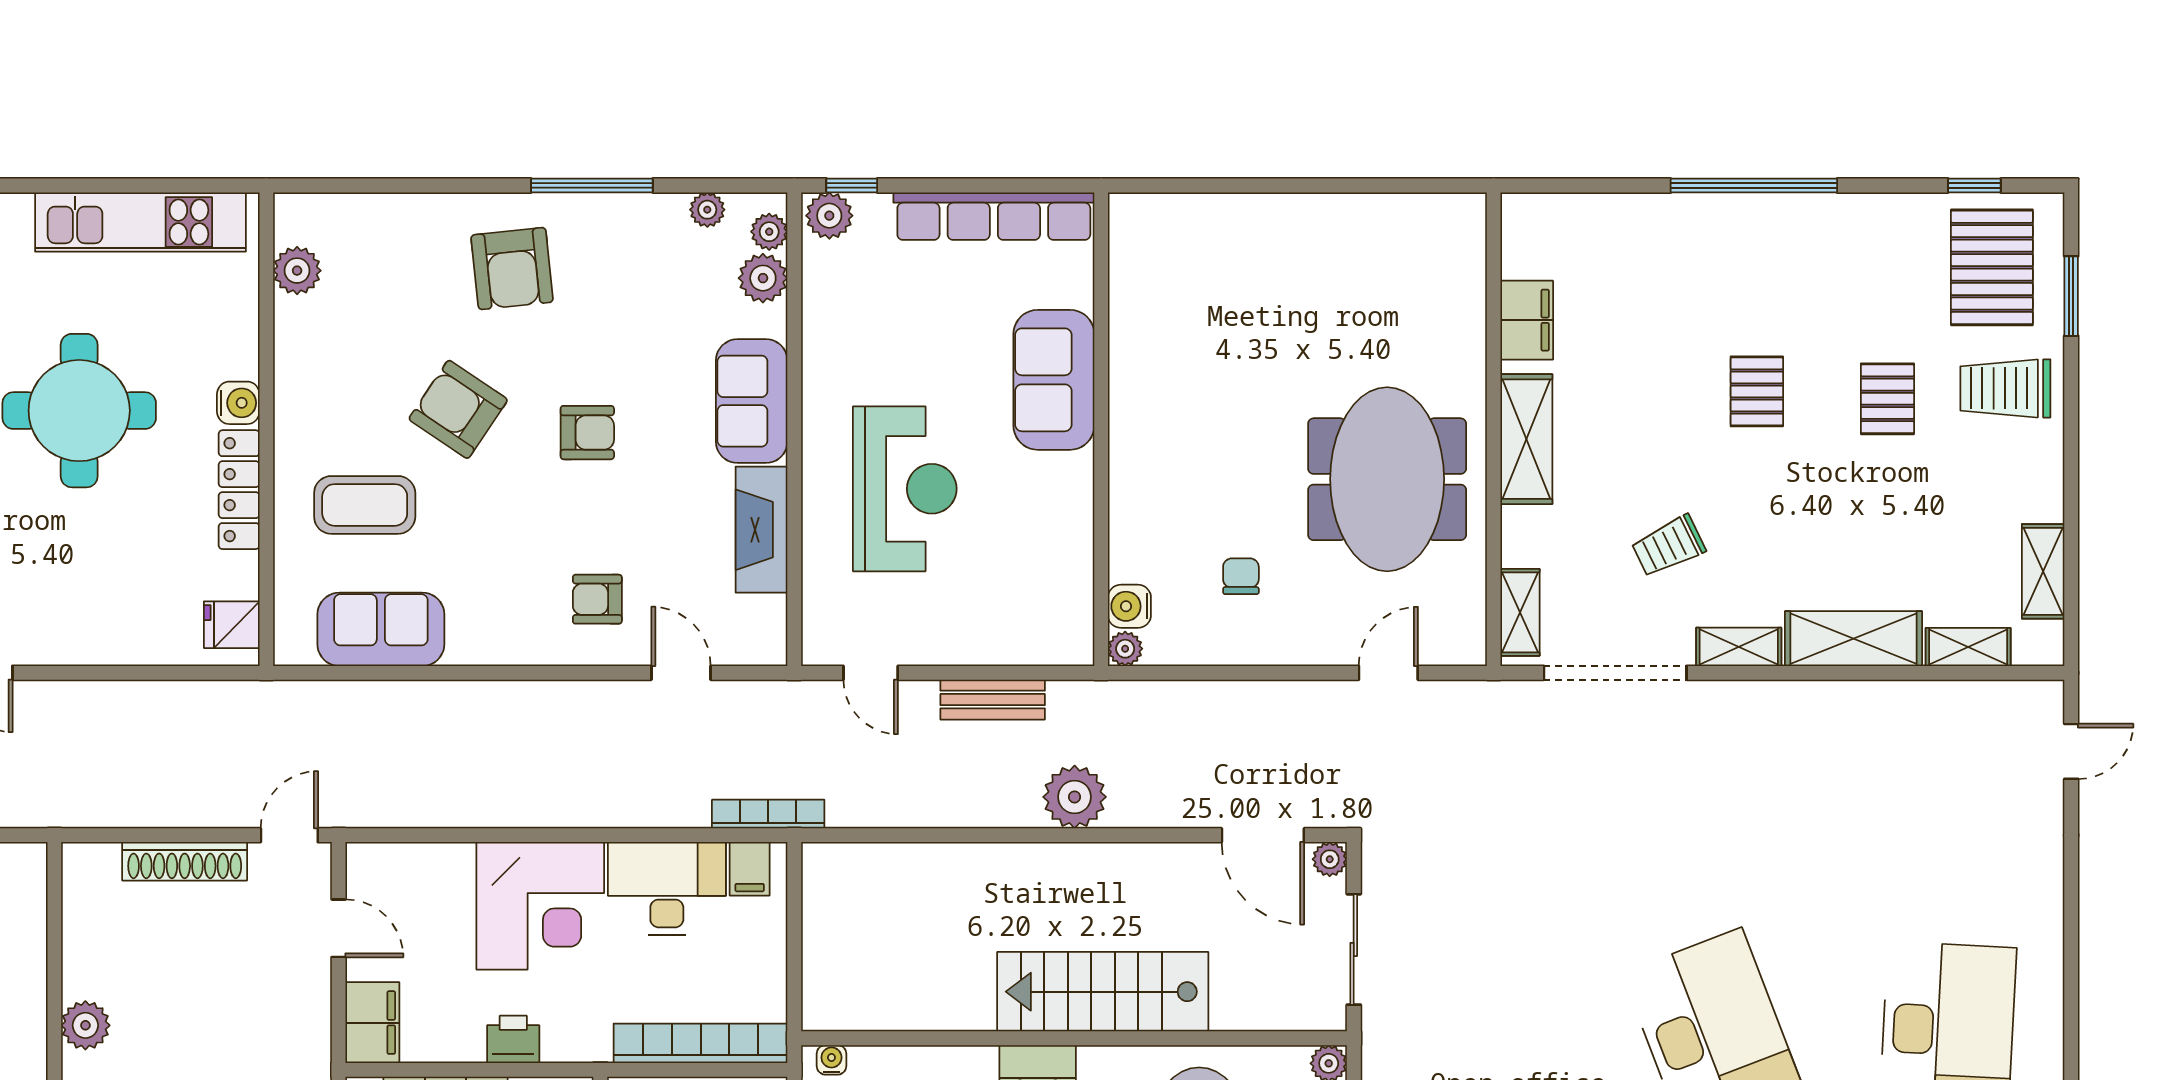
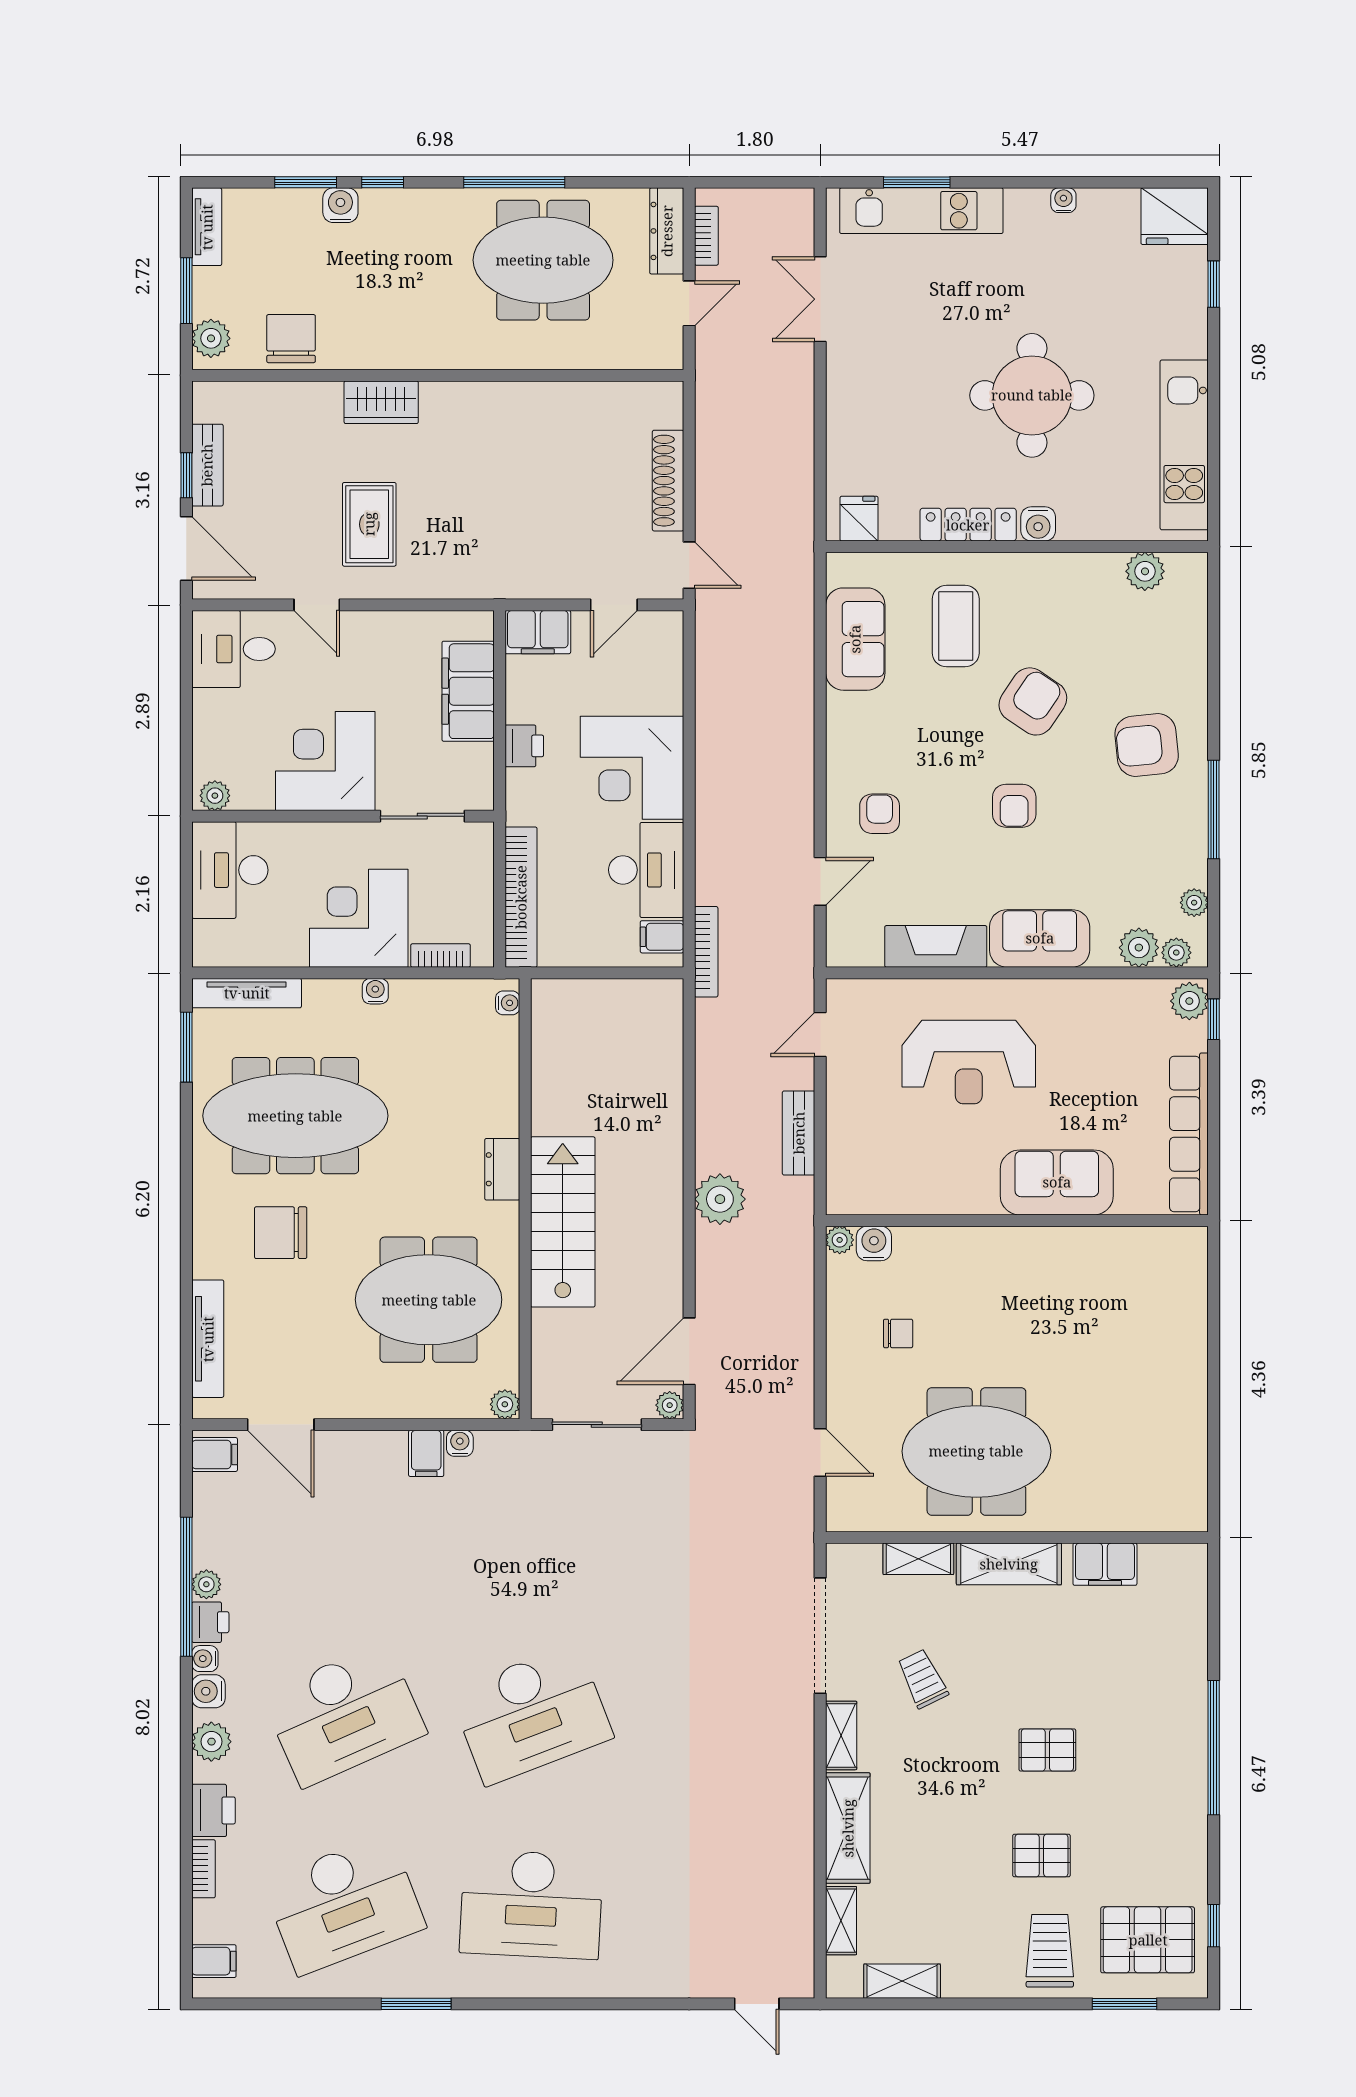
shelving: (1520, 612) -> (918, 1559), moved
plant: (85, 1025) -> (536, 400), removed

